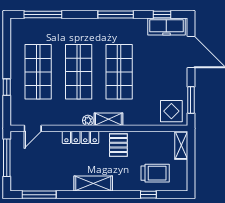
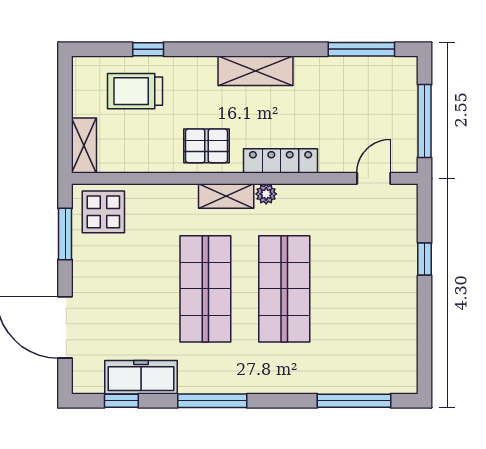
freezer: (166, 26) -> (141, 377), moved
shop shelf: (38, 72) -> (363, 289), removed
pallet: (118, 145) -> (207, 146), turned 90

